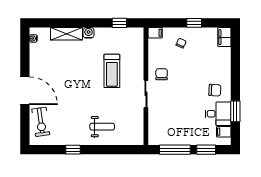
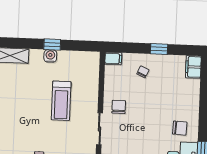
window: (119, 23) -> (52, 45), moved
water cooler: (89, 33) -> (50, 56), moved

